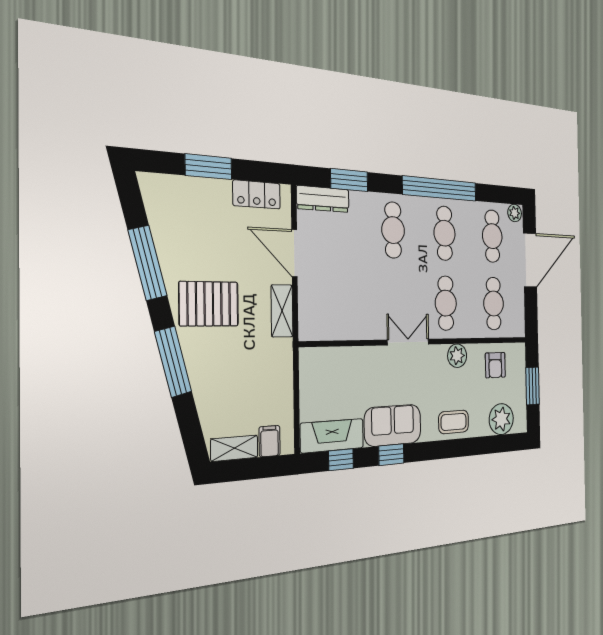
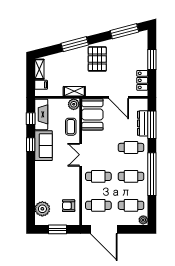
window: (349, 180) -> (152, 125), width x1.44
dresser: (323, 199) -> (143, 123), moved
door: (294, 253) -> (119, 97), swing flipped
door: (530, 260) -> (104, 229), moved
window: (148, 263) -> (124, 31), moved
shelving: (282, 311) -> (74, 91), moved
booth: (331, 316) -> (92, 114), added
double door: (408, 342) -> (81, 155), swing flipped
plant: (457, 356) -> (74, 104), moved
coffee table: (454, 422) -> (71, 127), moved

